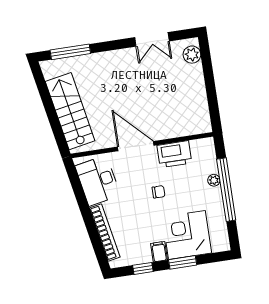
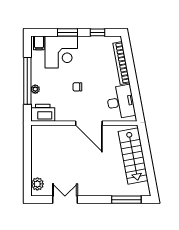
printer: (174, 154) -> (43, 113), moved
filing cabinet: (159, 252) -> (39, 43), moved

